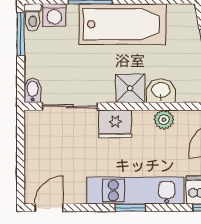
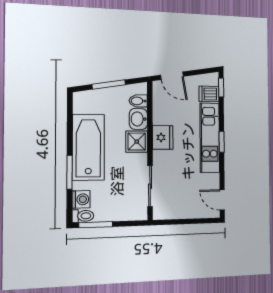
bidet: (33, 90) -> (138, 101), moved
plant: (164, 120) -> (160, 117), removed
fridge: (115, 124) -> (163, 137), moved

